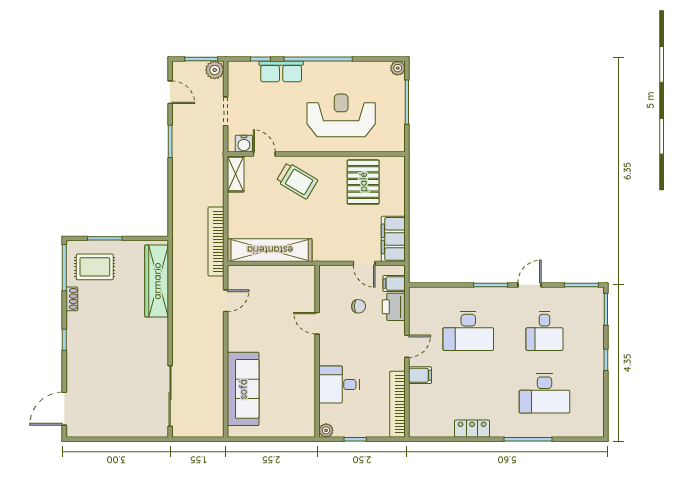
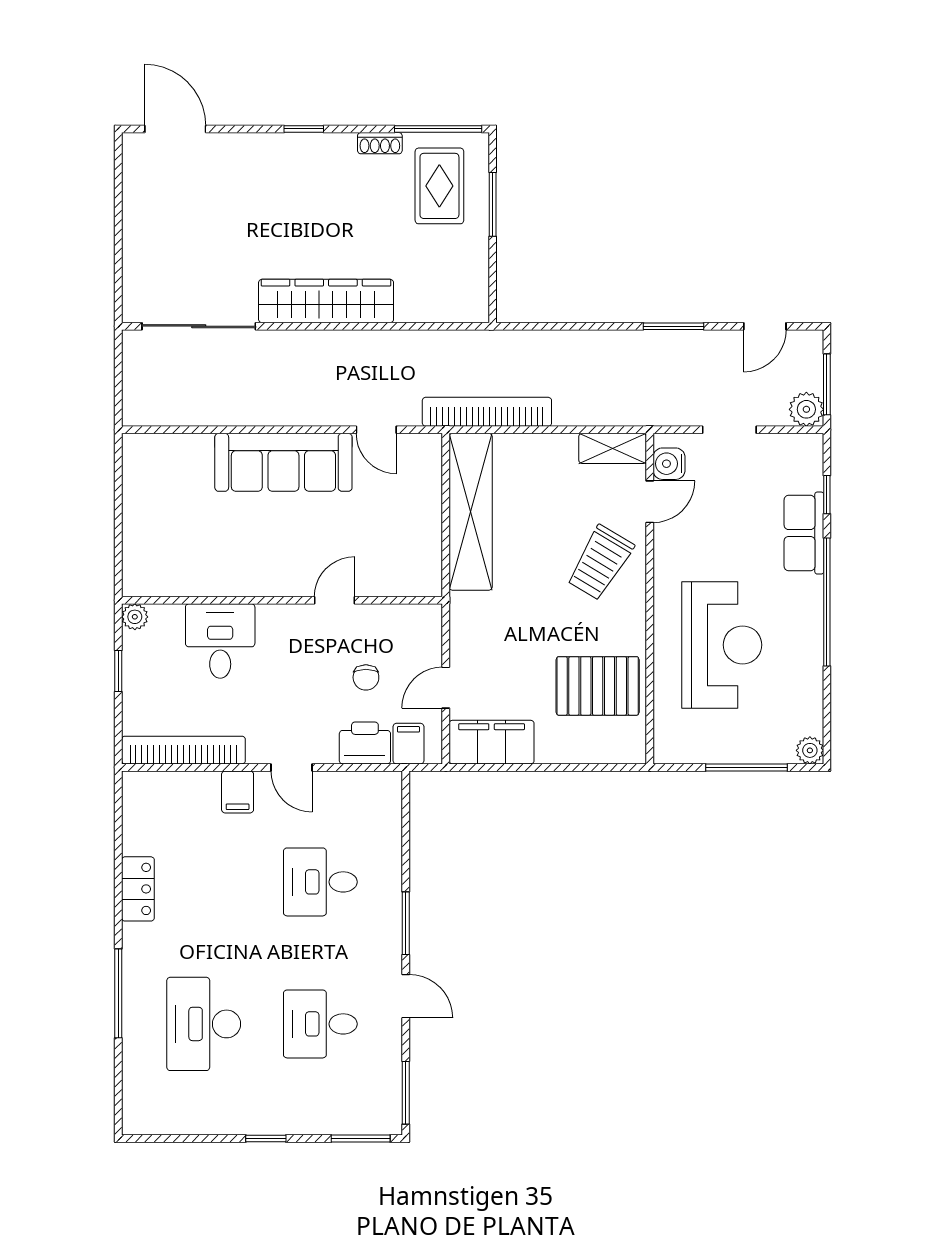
wardrobe: (157, 281) -> (326, 301), moved
desk: (468, 331) -> (320, 882), width x0.73
sofa: (243, 389) -> (283, 462), moved

